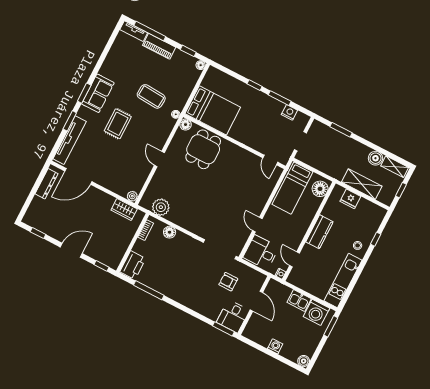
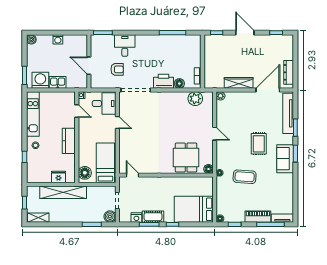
cot: (271, 104) -> (153, 217), added
bed: (213, 110) -> (194, 209), moved
boiler: (375, 158) -> (110, 217), moved
shelving: (362, 184) -> (63, 192), width x1.47
wardrobe: (124, 209) -> (239, 83), moved, width x1.50
door: (71, 250) -> (245, 33), swing flipped
printer: (133, 265) -> (164, 81), moved, turned 90
desk: (233, 316) -> (125, 46), moved

